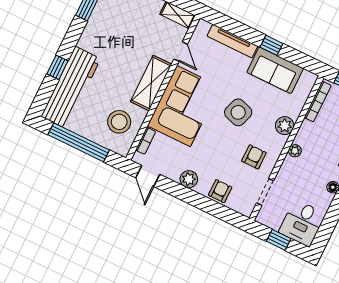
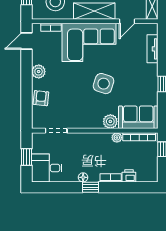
tv unit: (232, 41) -> (153, 49), width x0.71
sofa: (275, 70) -> (138, 117), moved, turned 90
plant: (295, 151) -> (117, 138), moved
armchair: (254, 157) -> (77, 110), removed
armchair: (220, 191) -> (41, 98), turned -84

